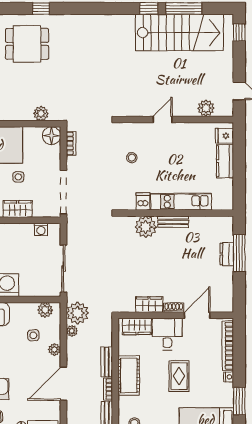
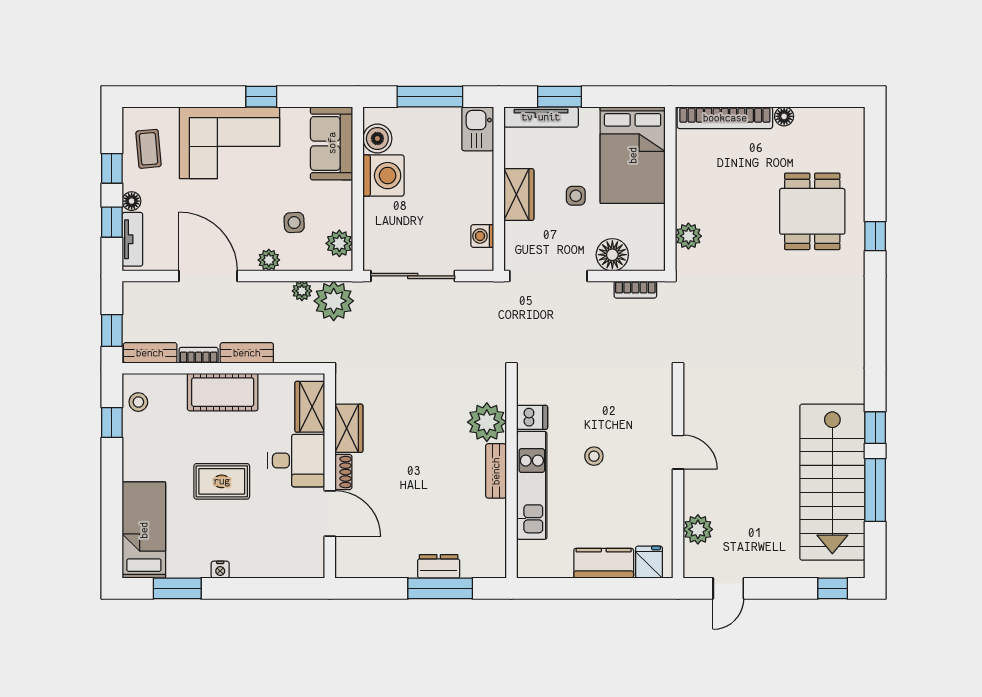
floor lamp: (51, 136) -> (612, 255), moved
stool: (132, 158) -> (594, 456), moved
bookcase: (228, 346) -> (276, 568), removed

